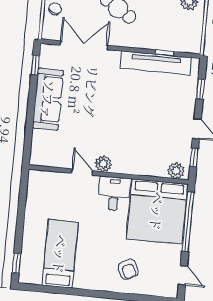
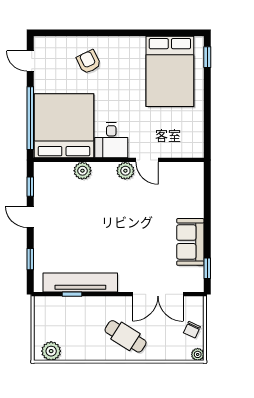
sofa: (48, 99) -> (190, 242), width x0.73
plant: (176, 171) -> (82, 171), moved
bed: (60, 254) -> (170, 71), width x1.50

